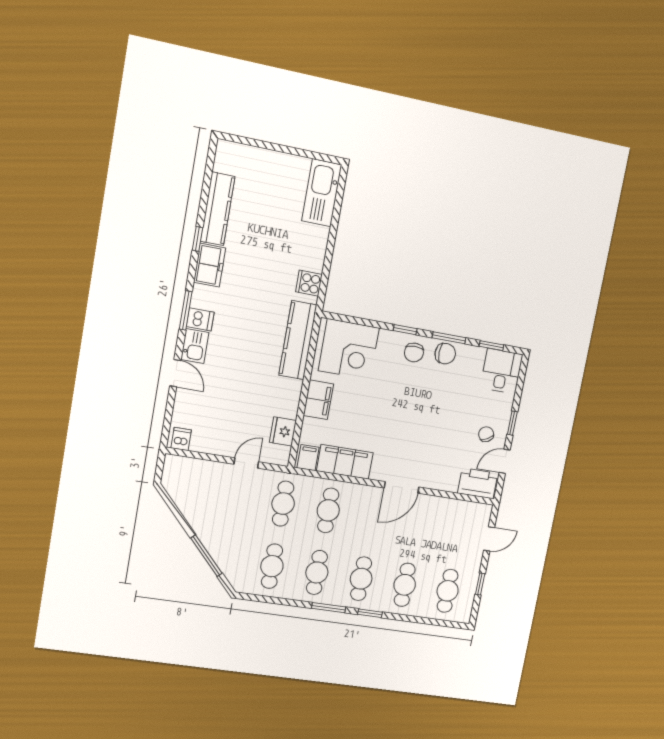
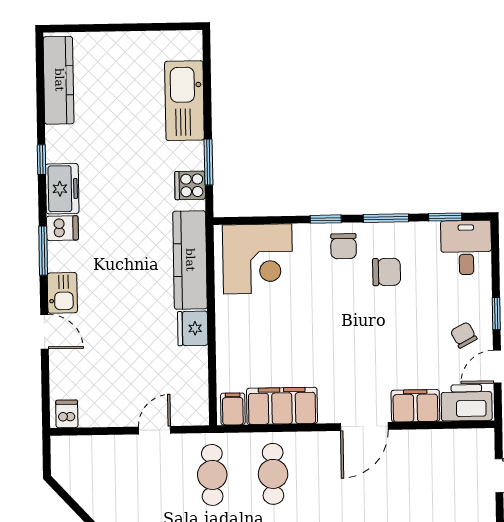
kitchen sink: (322, 193) -> (184, 101), moved
kitchen counter: (218, 209) -> (59, 80), moved
window: (326, 268) -> (208, 162), added
dishwasher: (200, 319) -> (62, 228), moved
chair: (445, 354) -> (387, 272), moved
filing cabinet: (318, 400) -> (415, 406), moved, turned -90
fridge: (283, 431) -> (193, 328), moved

